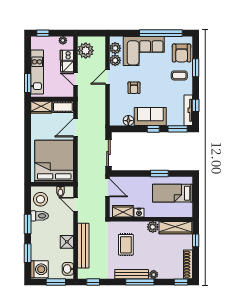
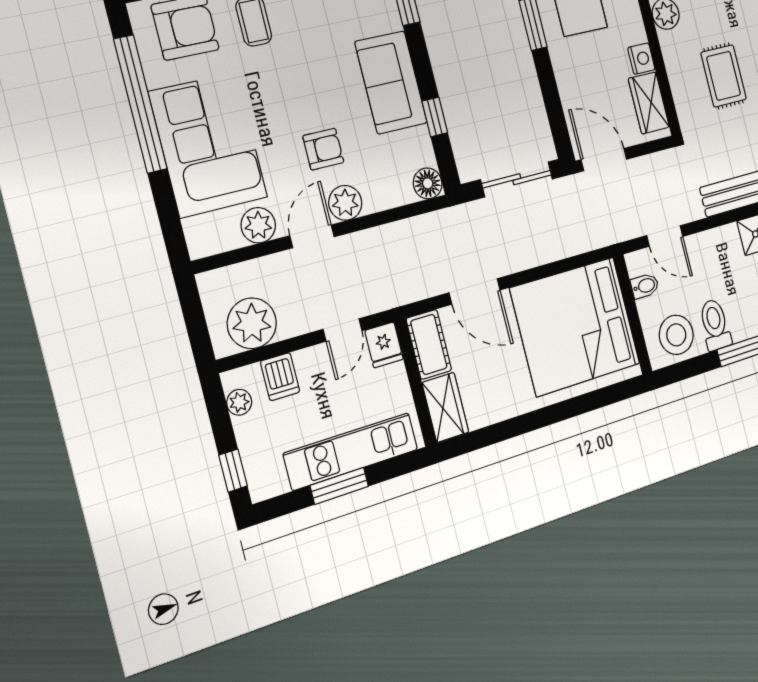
plant: (115, 48) -> (345, 203), moved
fridge: (67, 66) -> (384, 345), moved
door: (107, 77) -> (312, 236), swing flipped
window: (28, 83) -> (339, 486), moved
floor lamp: (128, 121) -> (428, 183), moved
window: (153, 129) -> (435, 117), moved
door: (107, 188) -> (604, 160), hinge flipped
door: (76, 204) -> (665, 236), hinge flipped
rug: (126, 245) -> (724, 76), turned 90

